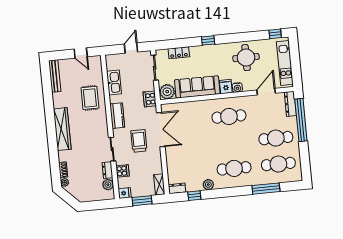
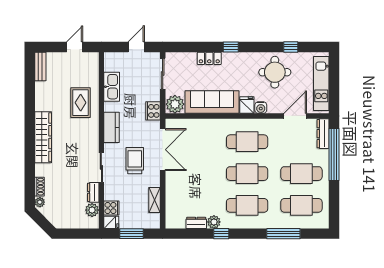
window: (275, 34) -> (291, 47), moved
door: (81, 53) -> (75, 47), swing flipped
locker: (179, 53) -> (209, 58), moved
bench: (55, 76) -> (40, 66), width x0.73
cafe table: (232, 142) -> (247, 174), added
cooker: (123, 171) -> (111, 208), moved
shelving: (159, 184) -> (154, 200), moved
dresser: (177, 188) -> (196, 223), moved
window: (194, 196) -> (221, 234), moved

